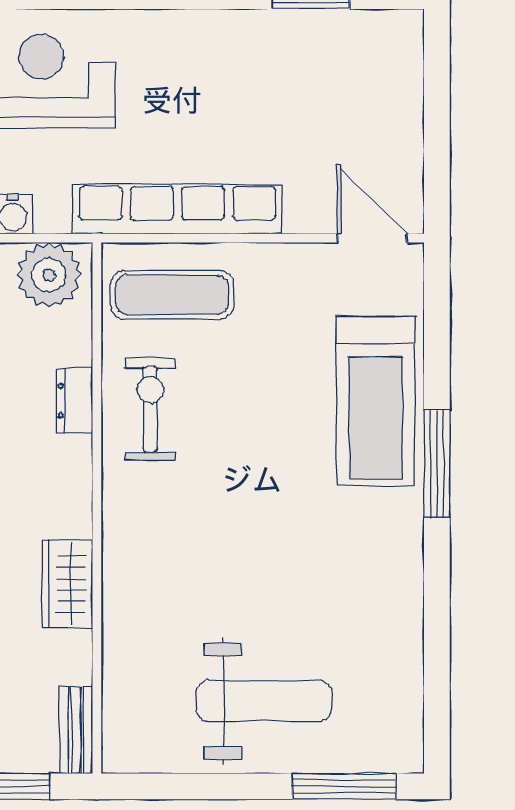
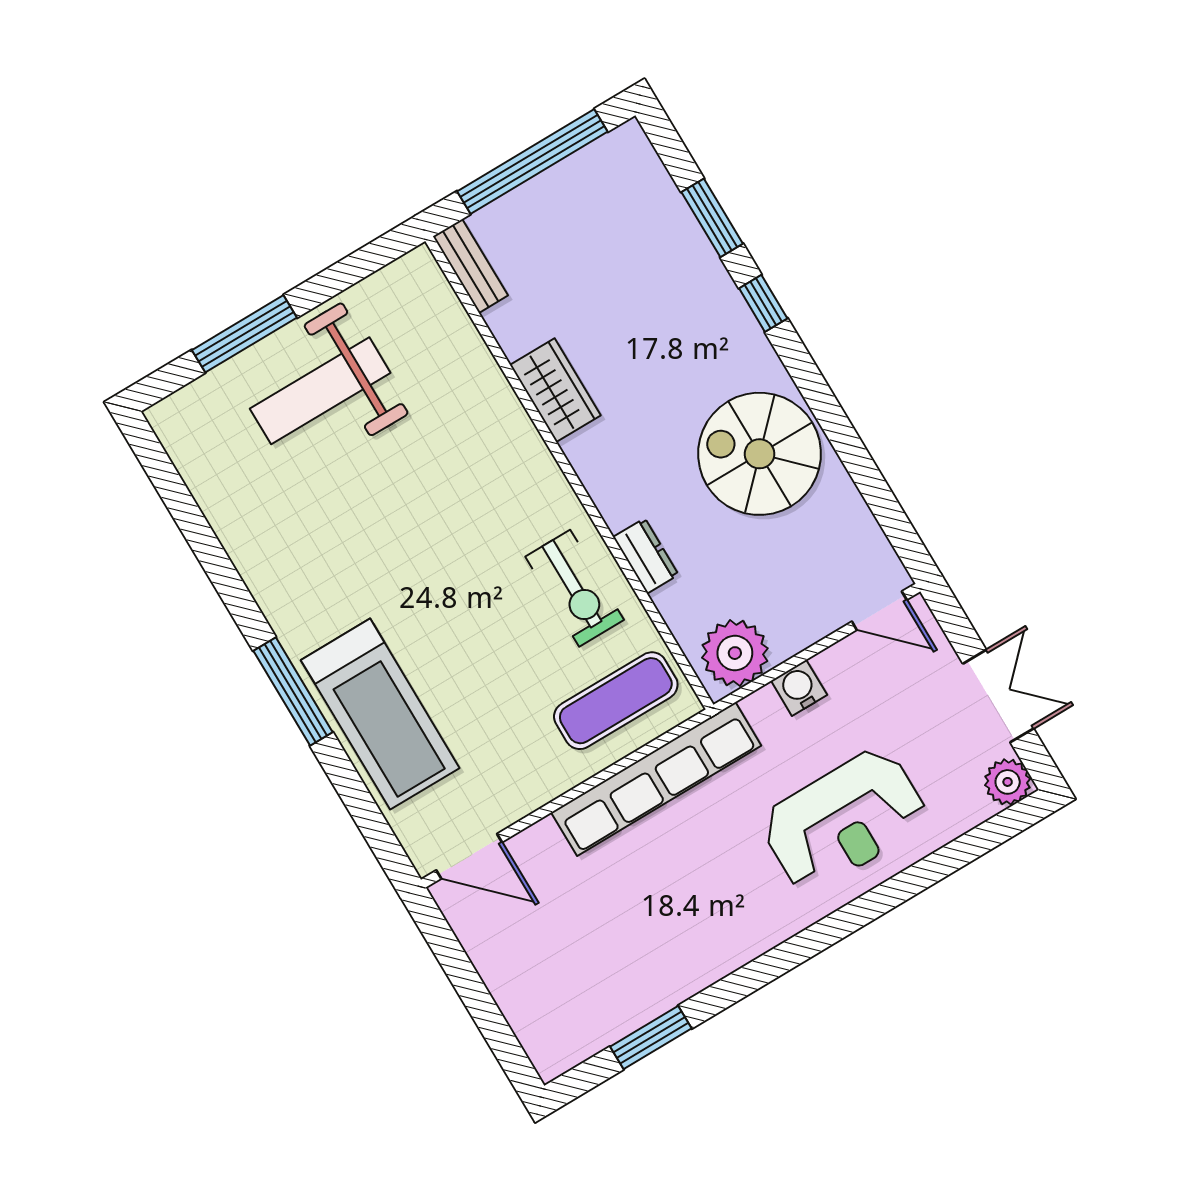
treadmill: (375, 401) -> (380, 714), turned 180
window: (344, 786) -> (244, 334), moved

